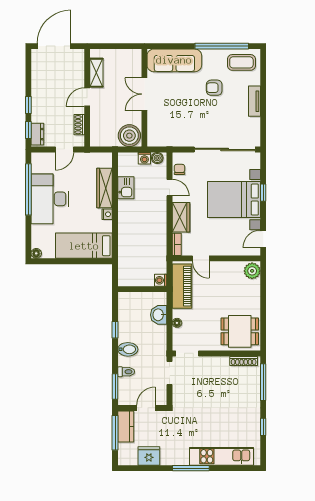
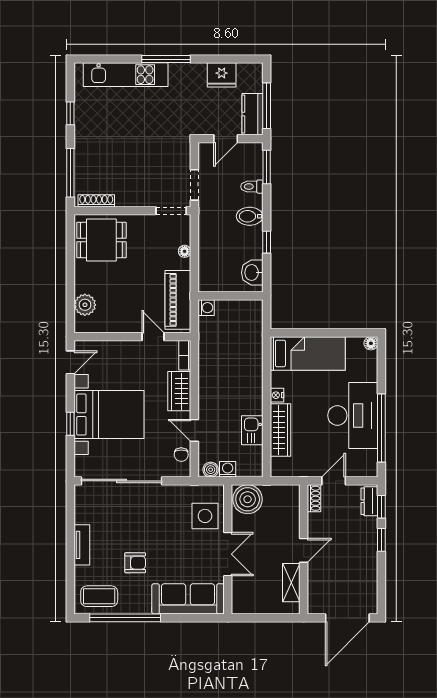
side table: (162, 123) -> (205, 516), added
shoe rack: (79, 125) -> (314, 498), moved
plant: (252, 271) -> (85, 305), moved
washbasin: (159, 315) -> (252, 273), moved, turned 180

